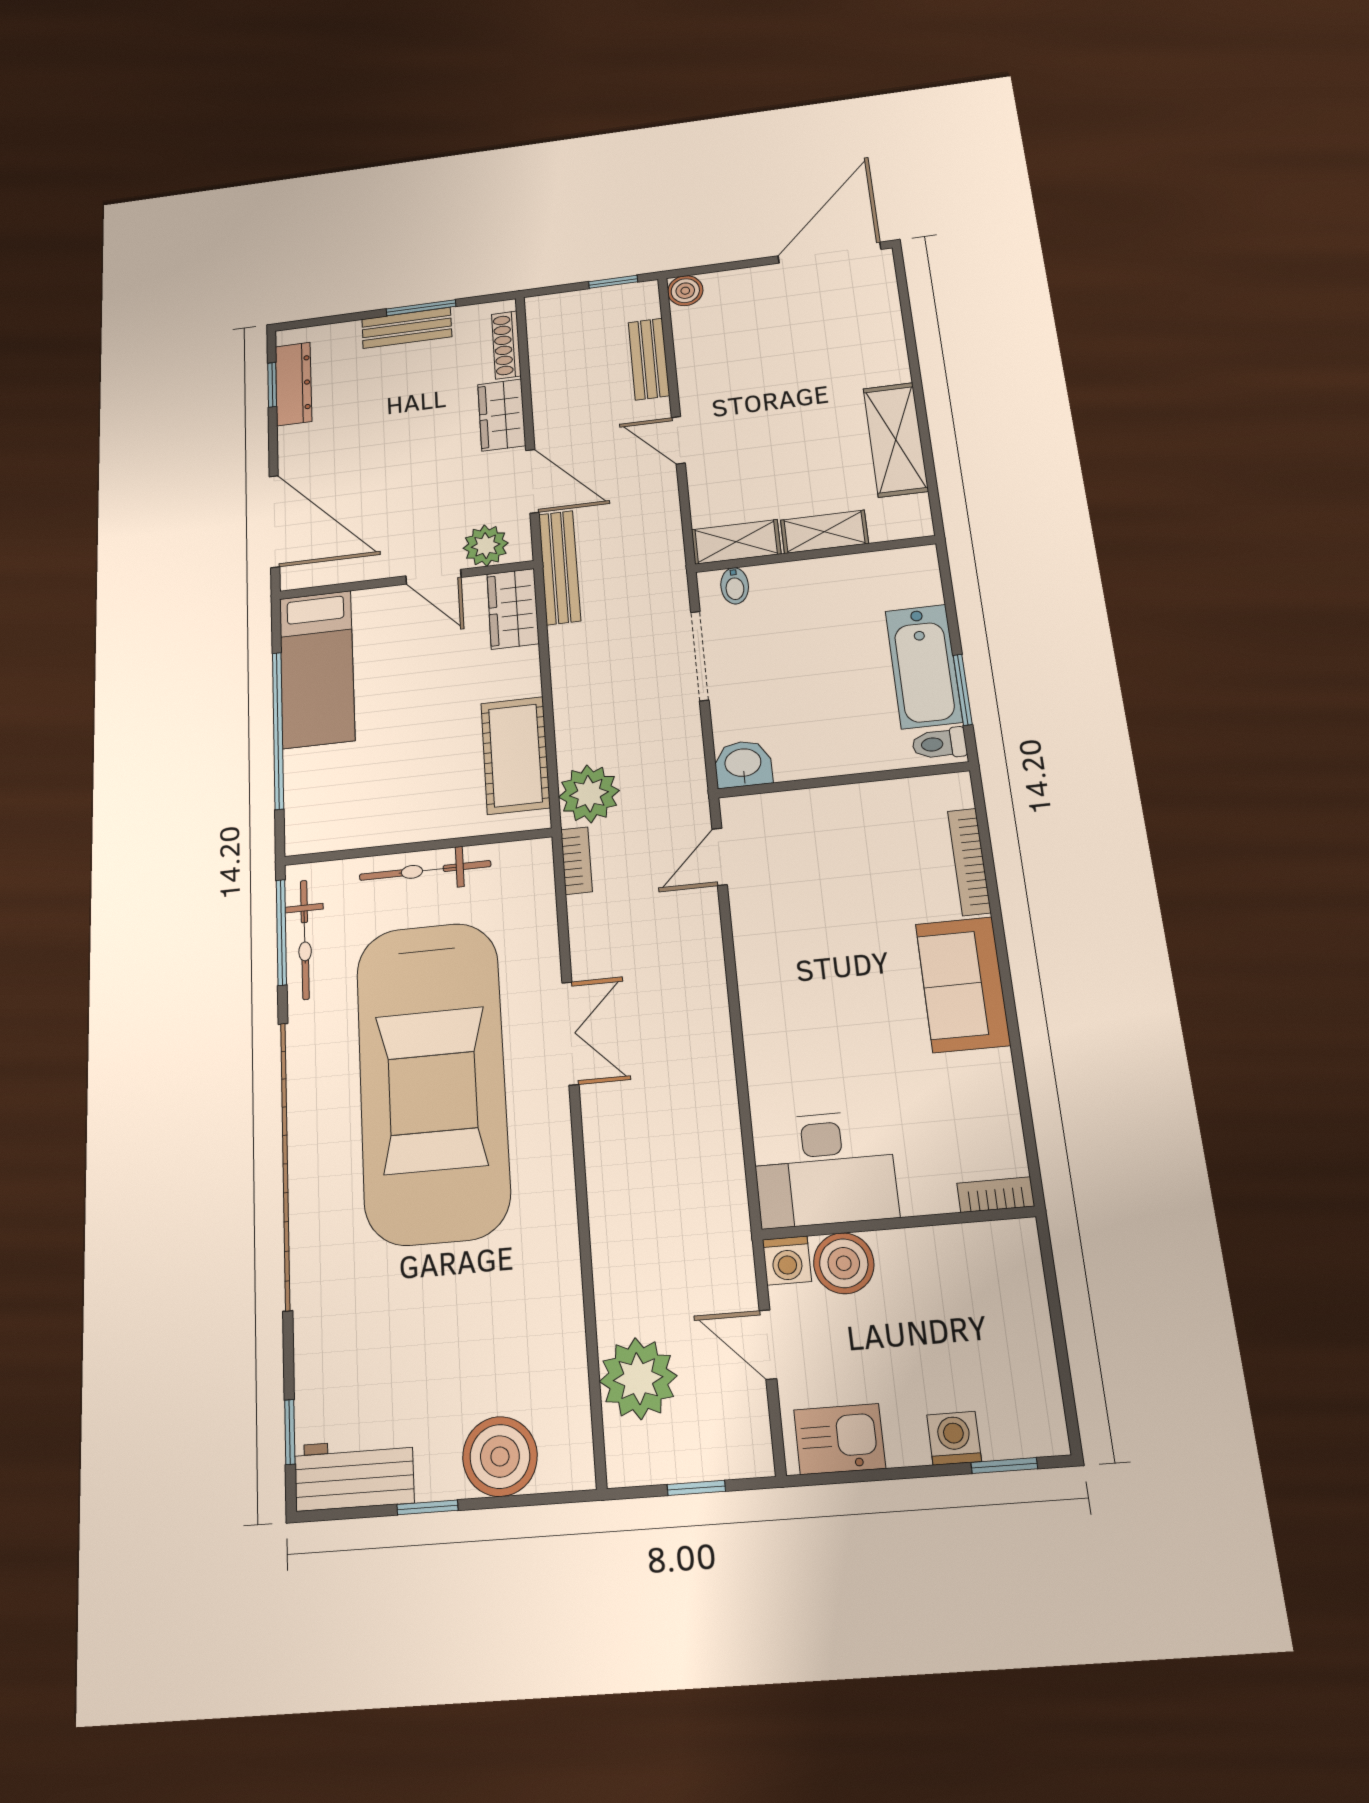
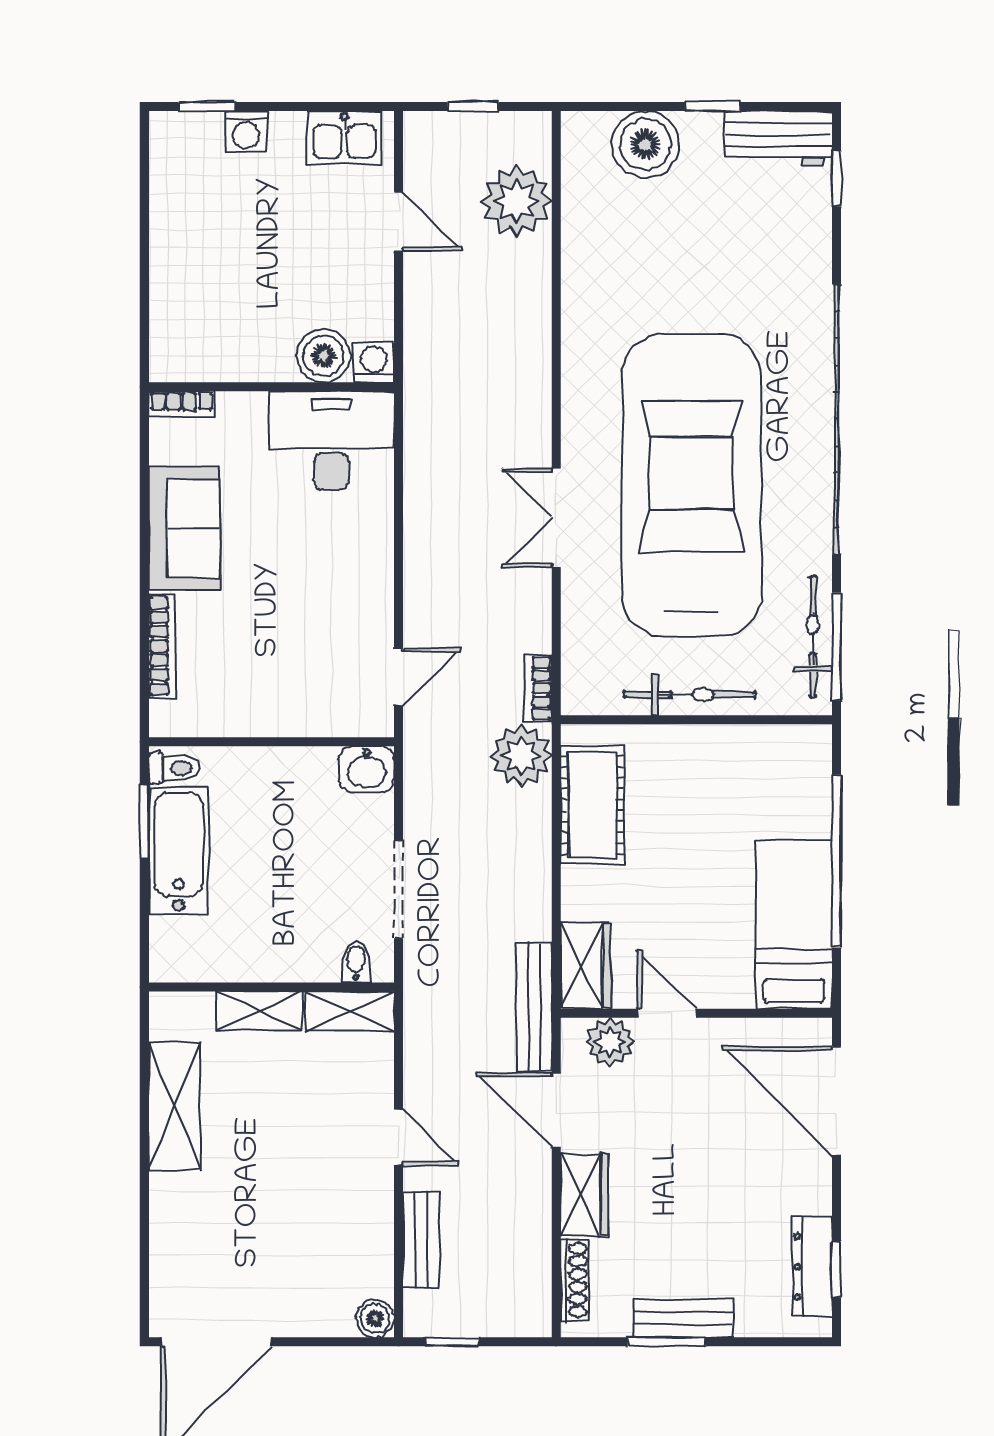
desk: (825, 1169) -> (331, 440), moved
bookcase: (996, 1195) -> (182, 404), moved
wall: (898, 1223) -> (271, 387), moved
washing machine: (787, 1260) -> (374, 362), moved
boiler: (844, 1263) -> (324, 356), moved

